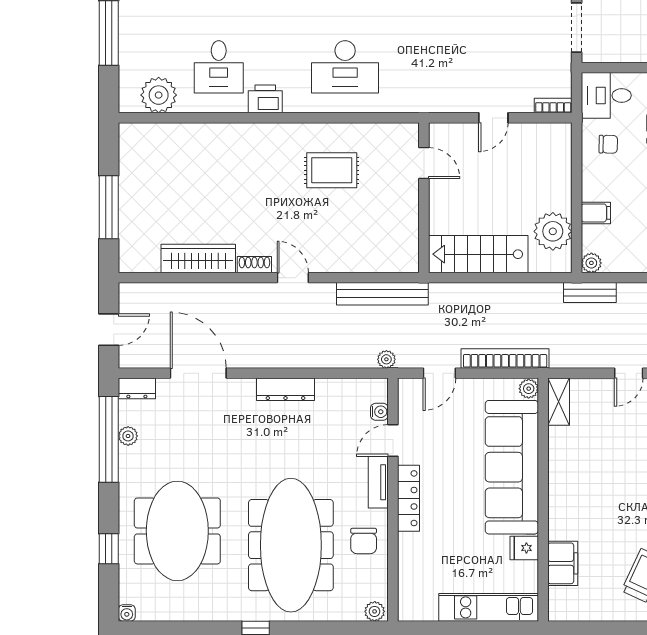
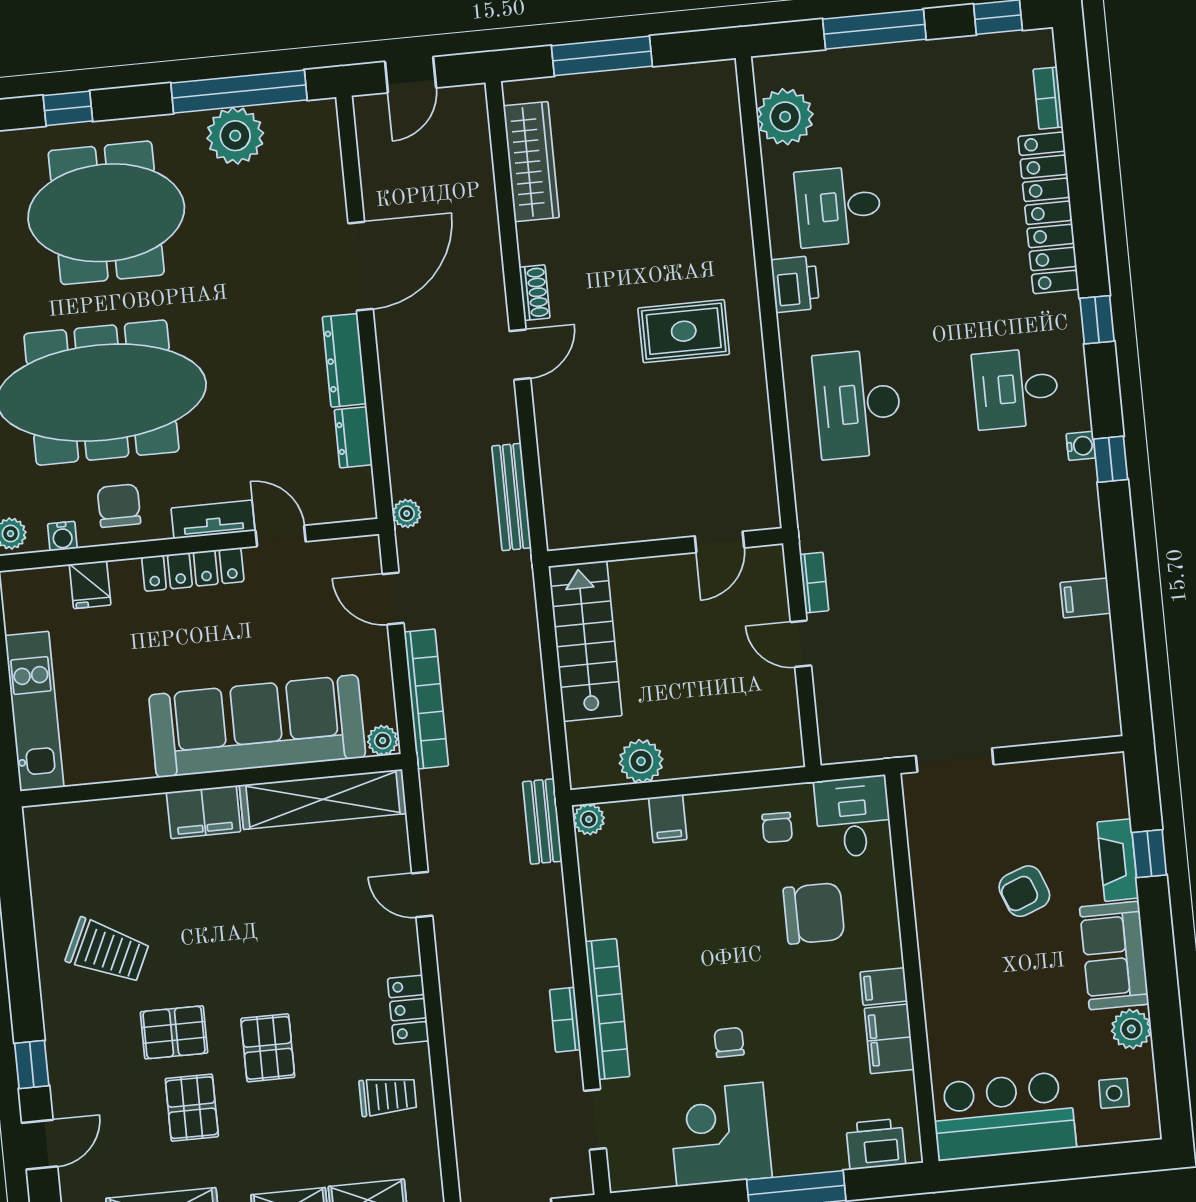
bookcase: (553, 106) -> (814, 583), moved
rug: (332, 170) -> (684, 331), moved, turned 90
plant: (553, 231) -> (641, 761), width x0.73, depth x0.73
wardrobe: (198, 259) -> (531, 162), moved
bench: (382, 294) -> (512, 497), width x0.73, depth x0.82
door: (109, 330) -> (411, 75), hinge flipped
door: (198, 373) -> (361, 266), moved
dresser: (137, 388) -> (353, 437), moved
shelving: (559, 402) -> (323, 799), width x2.20, depth x1.33
water cooler: (379, 412) -> (62, 536), moved
plant: (128, 436) -> (235, 136), width x1.87, depth x1.87
chair: (364, 541) -> (119, 506), turned 90
fridge: (524, 548) -> (90, 585), moved, turned 180
filing cabinet: (563, 563) -> (204, 812), moved

